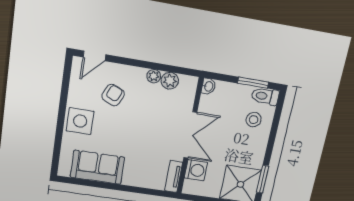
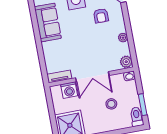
plant: (170, 81) -> (126, 62), moved
armchair: (113, 95) -> (101, 16), turned 65
stool: (254, 120) -> (111, 104), moved

